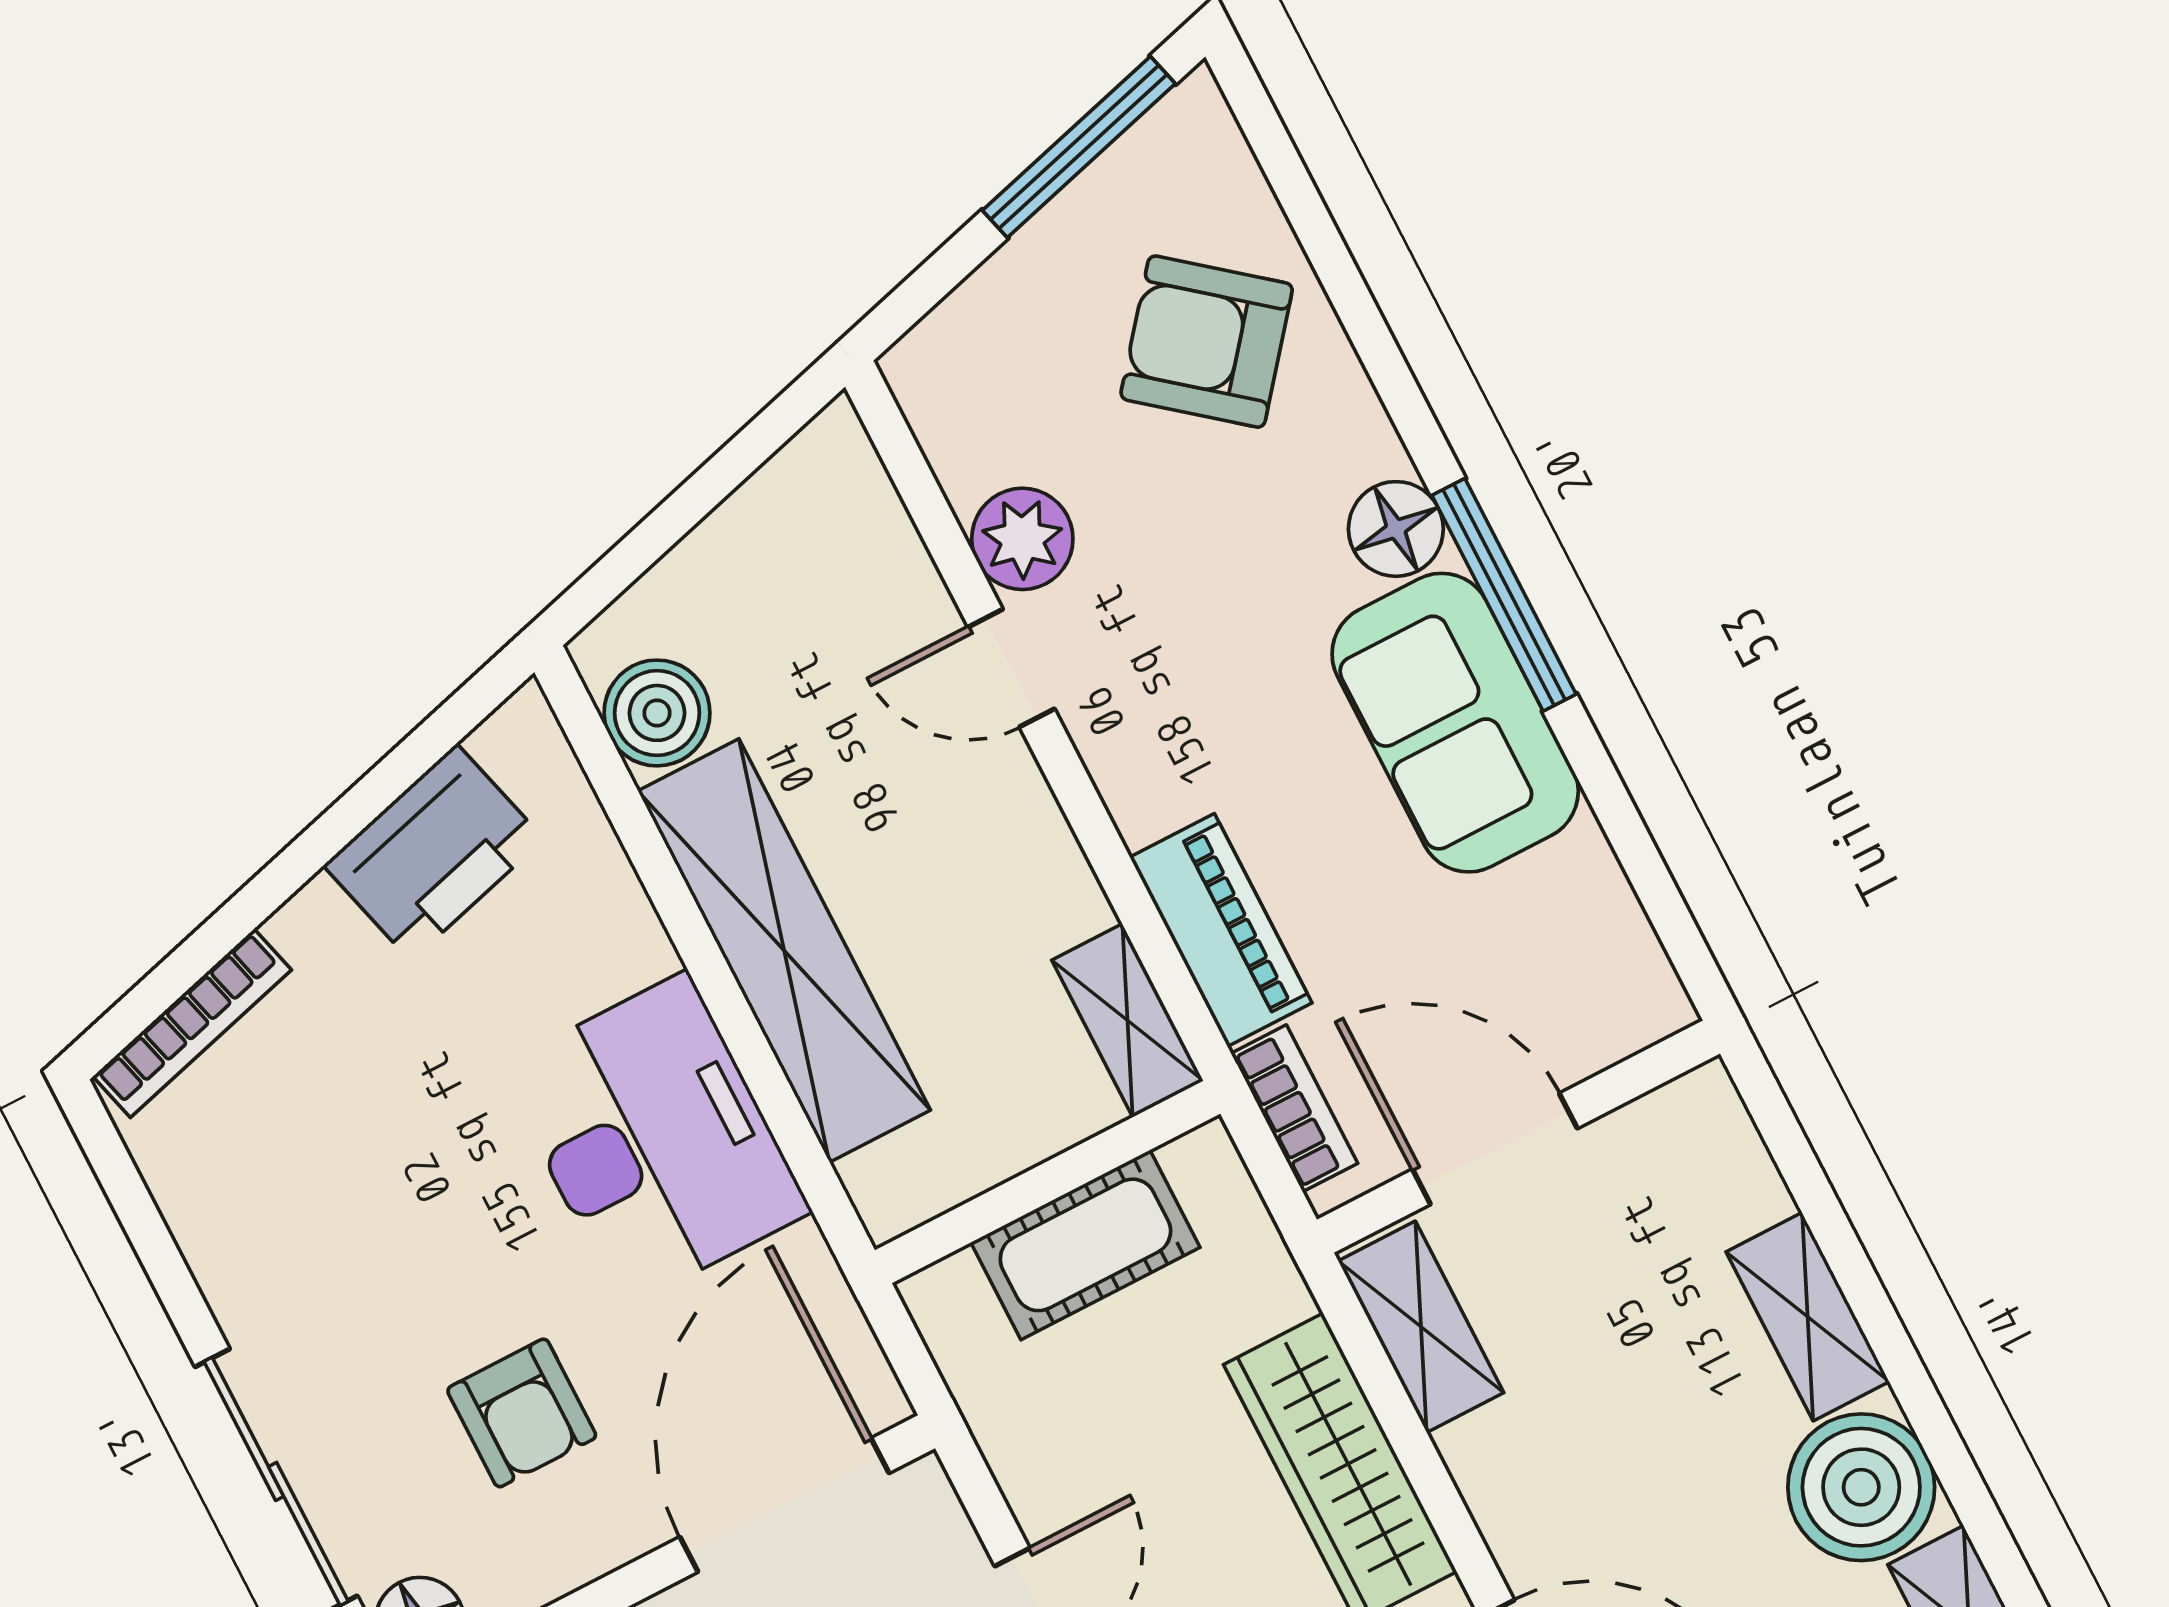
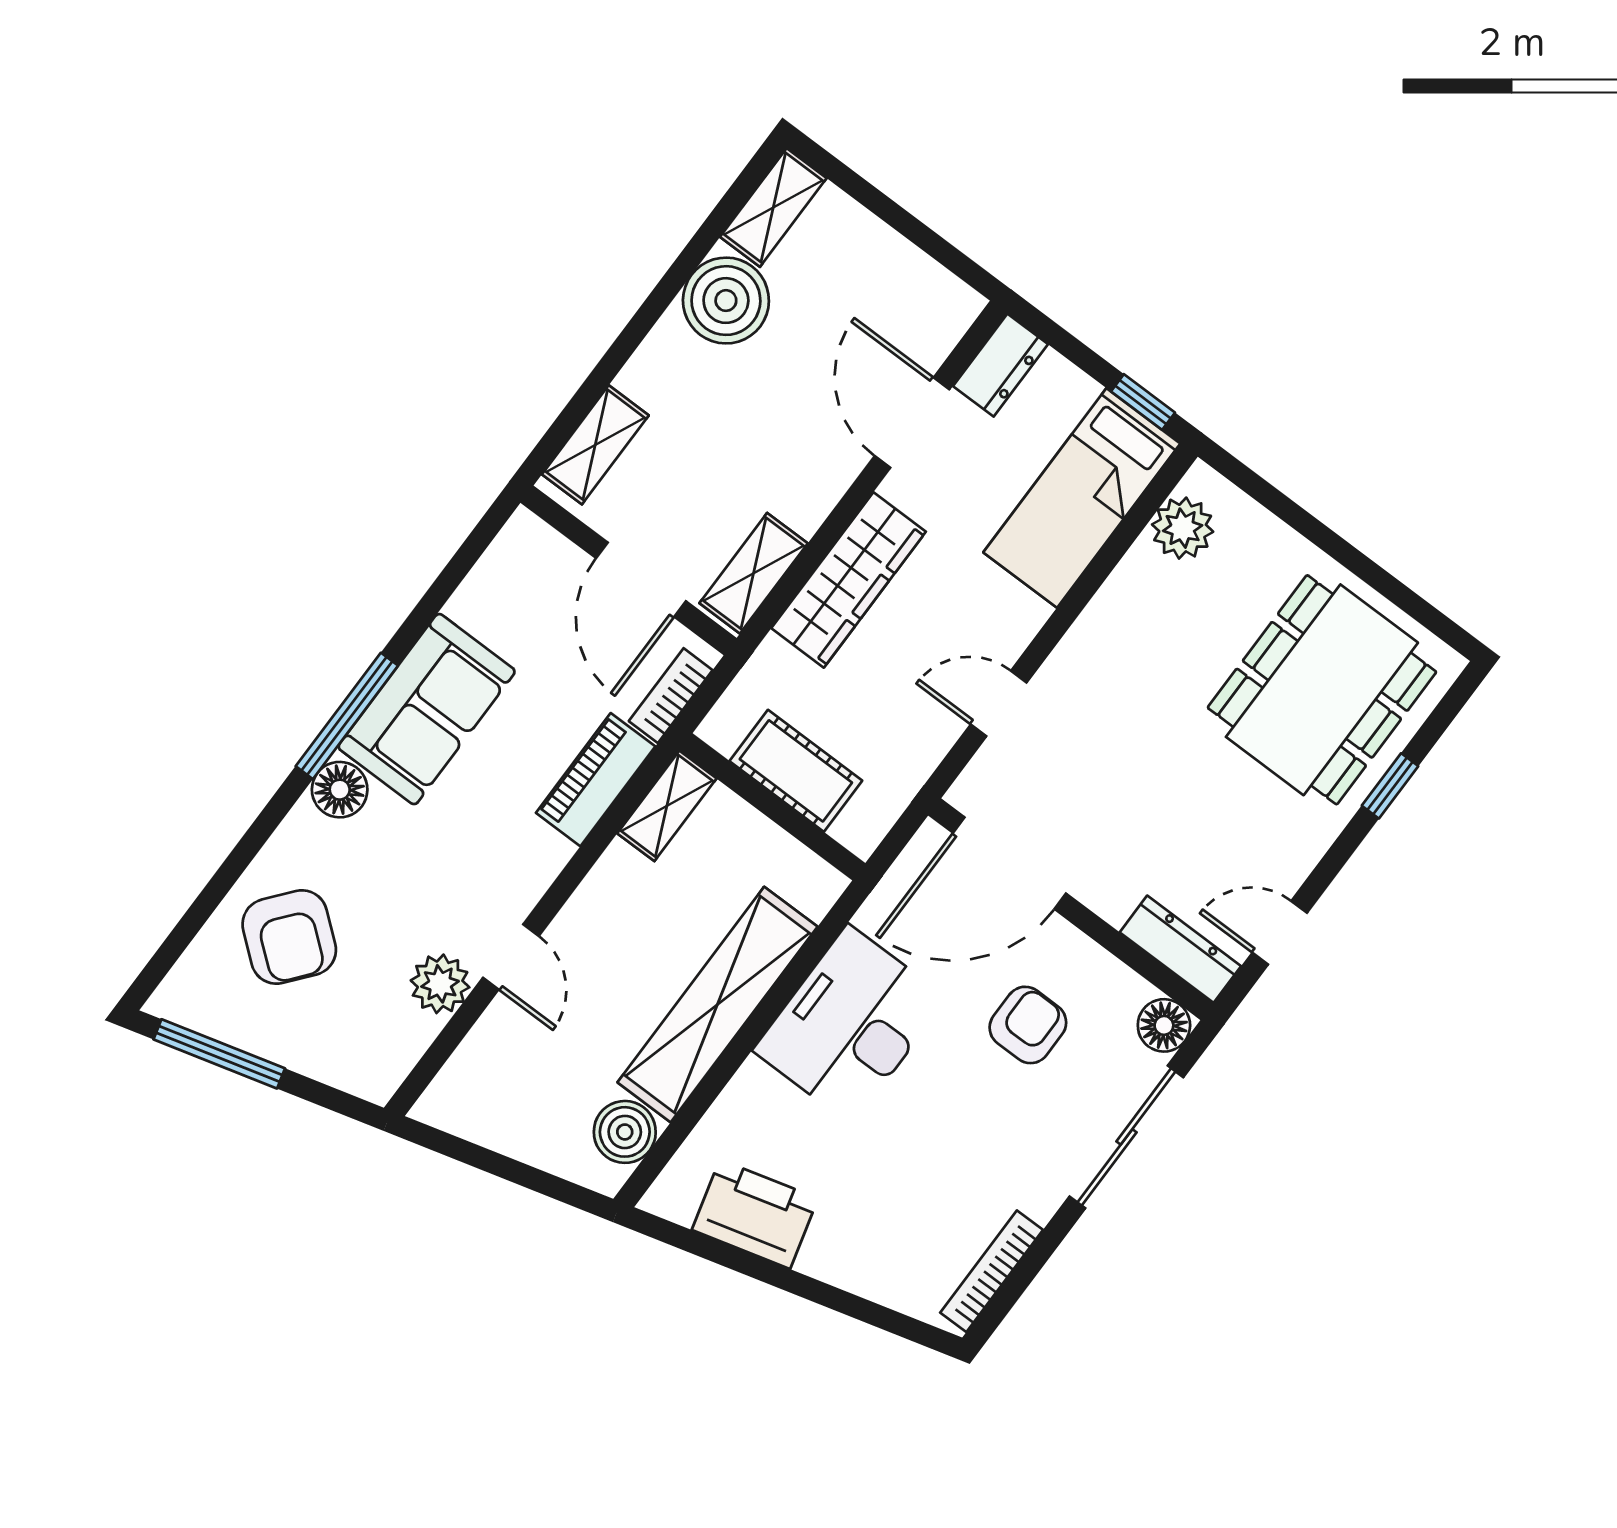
bookcase: (192, 1023) -> (992, 1271), moved, turned -75
shelving: (1808, 1317) -> (595, 445), moved

